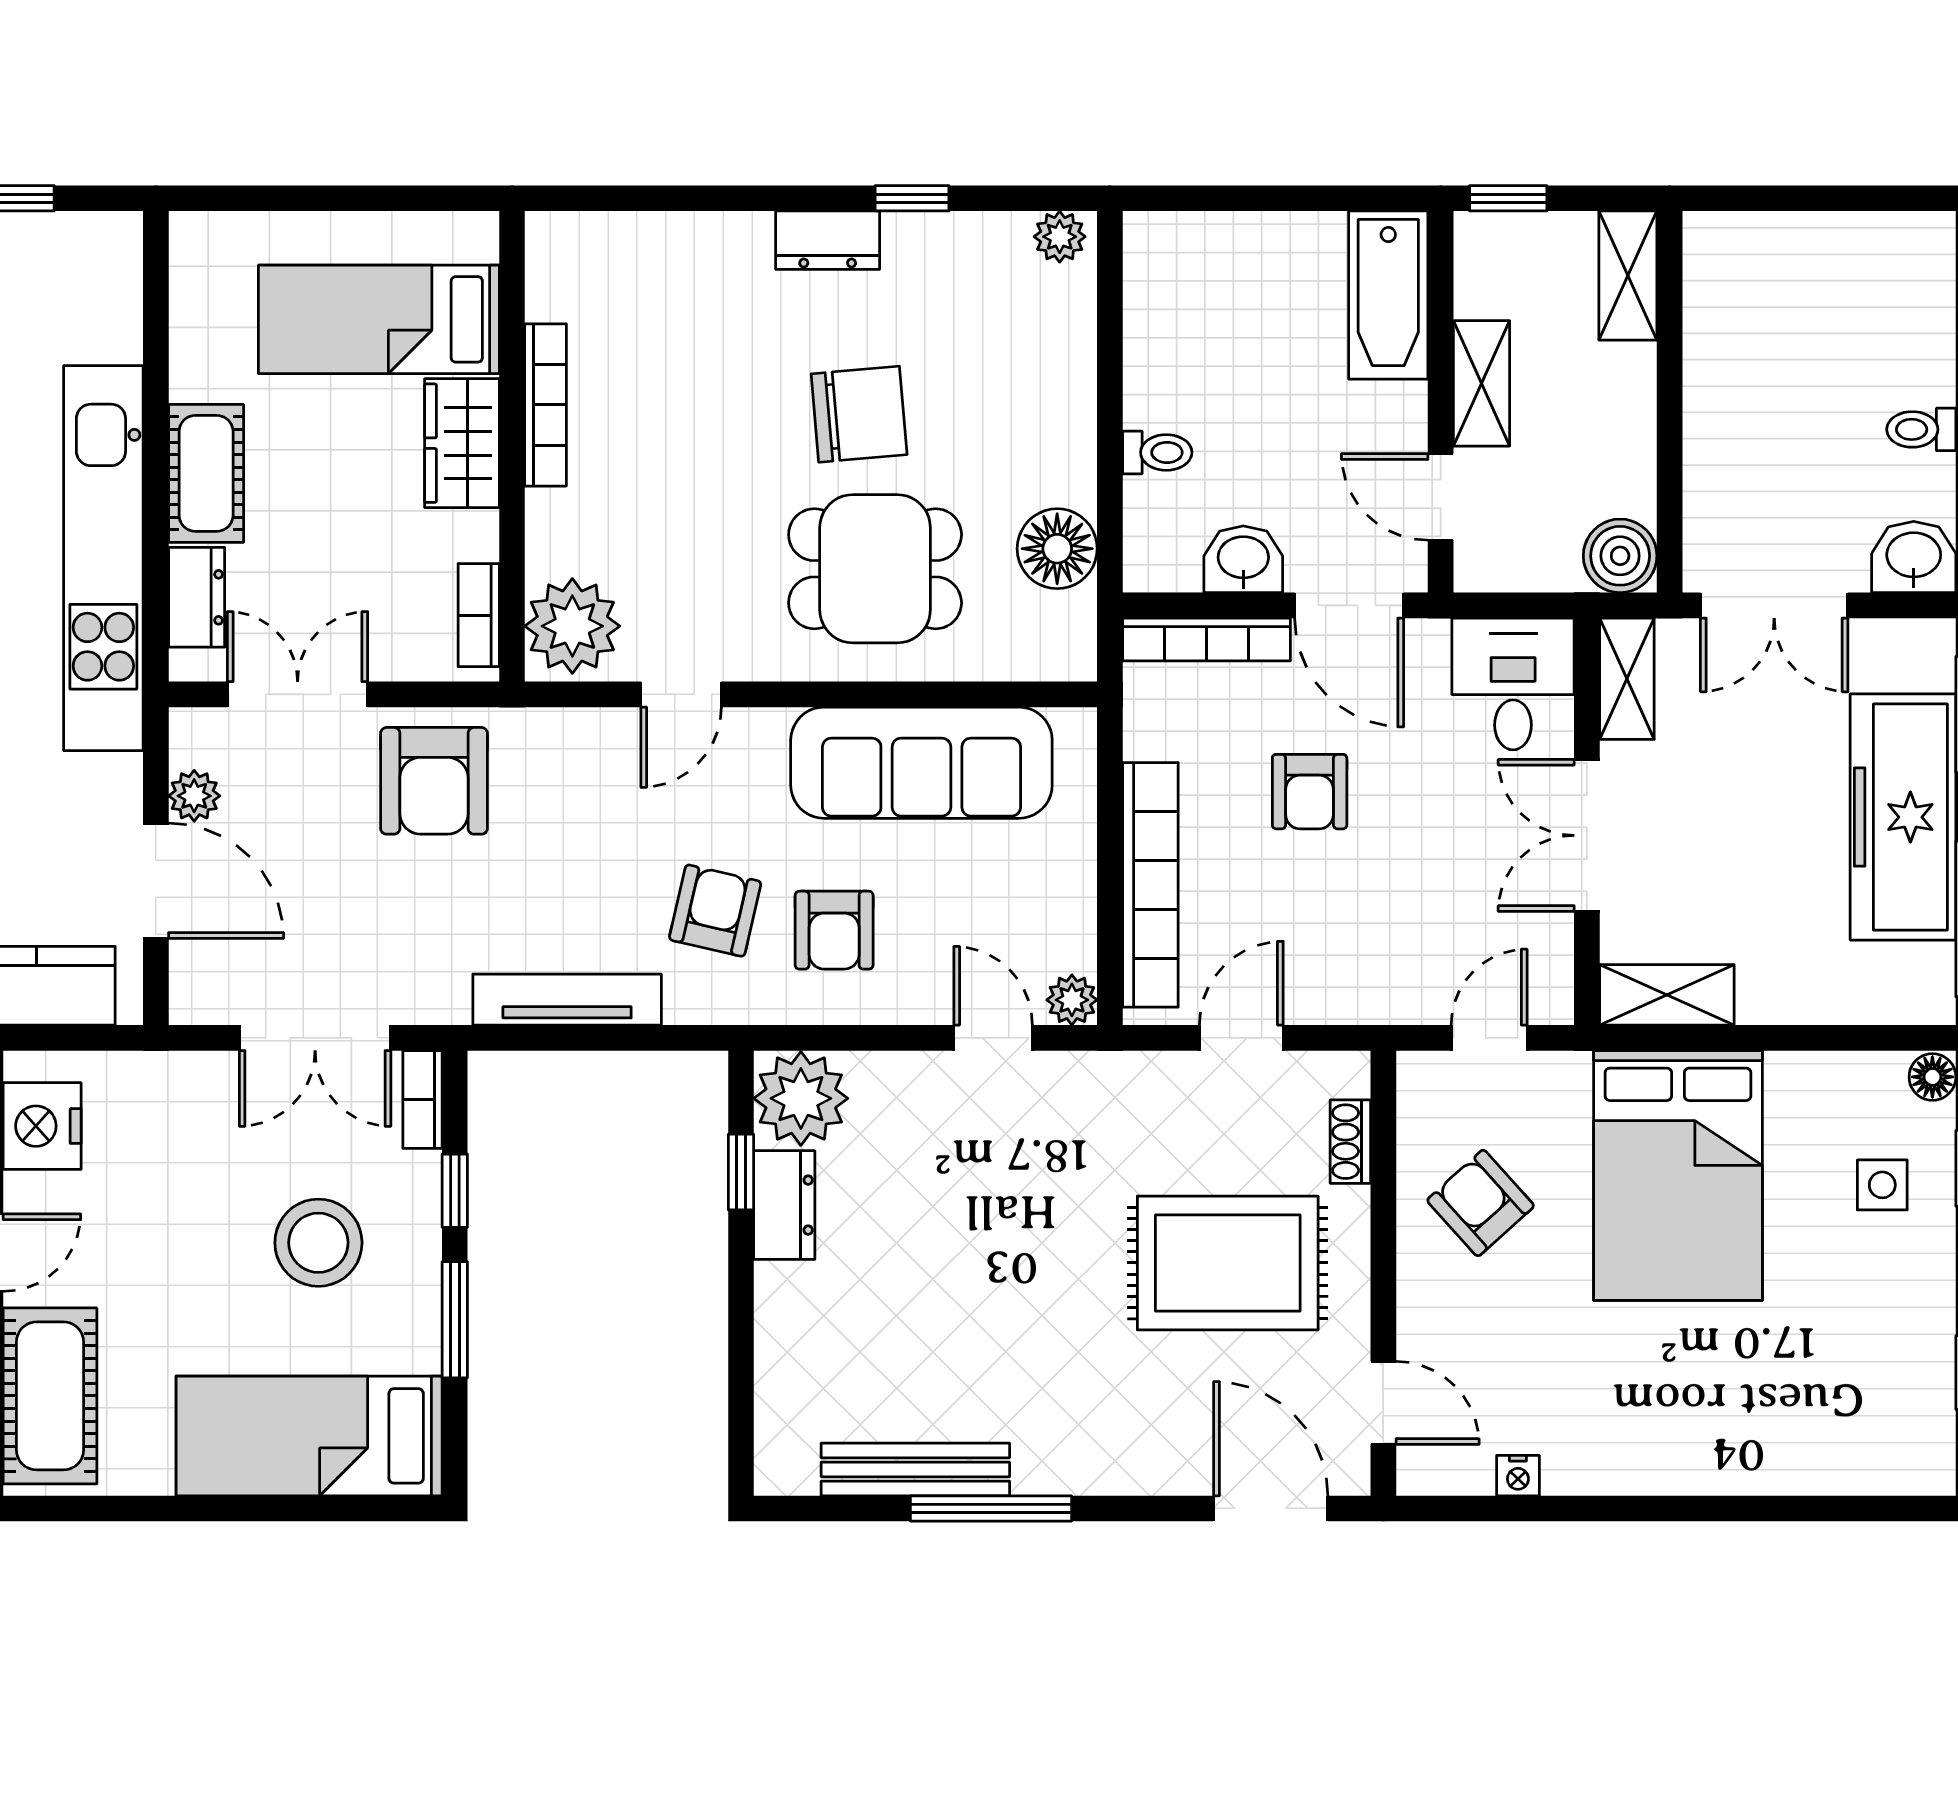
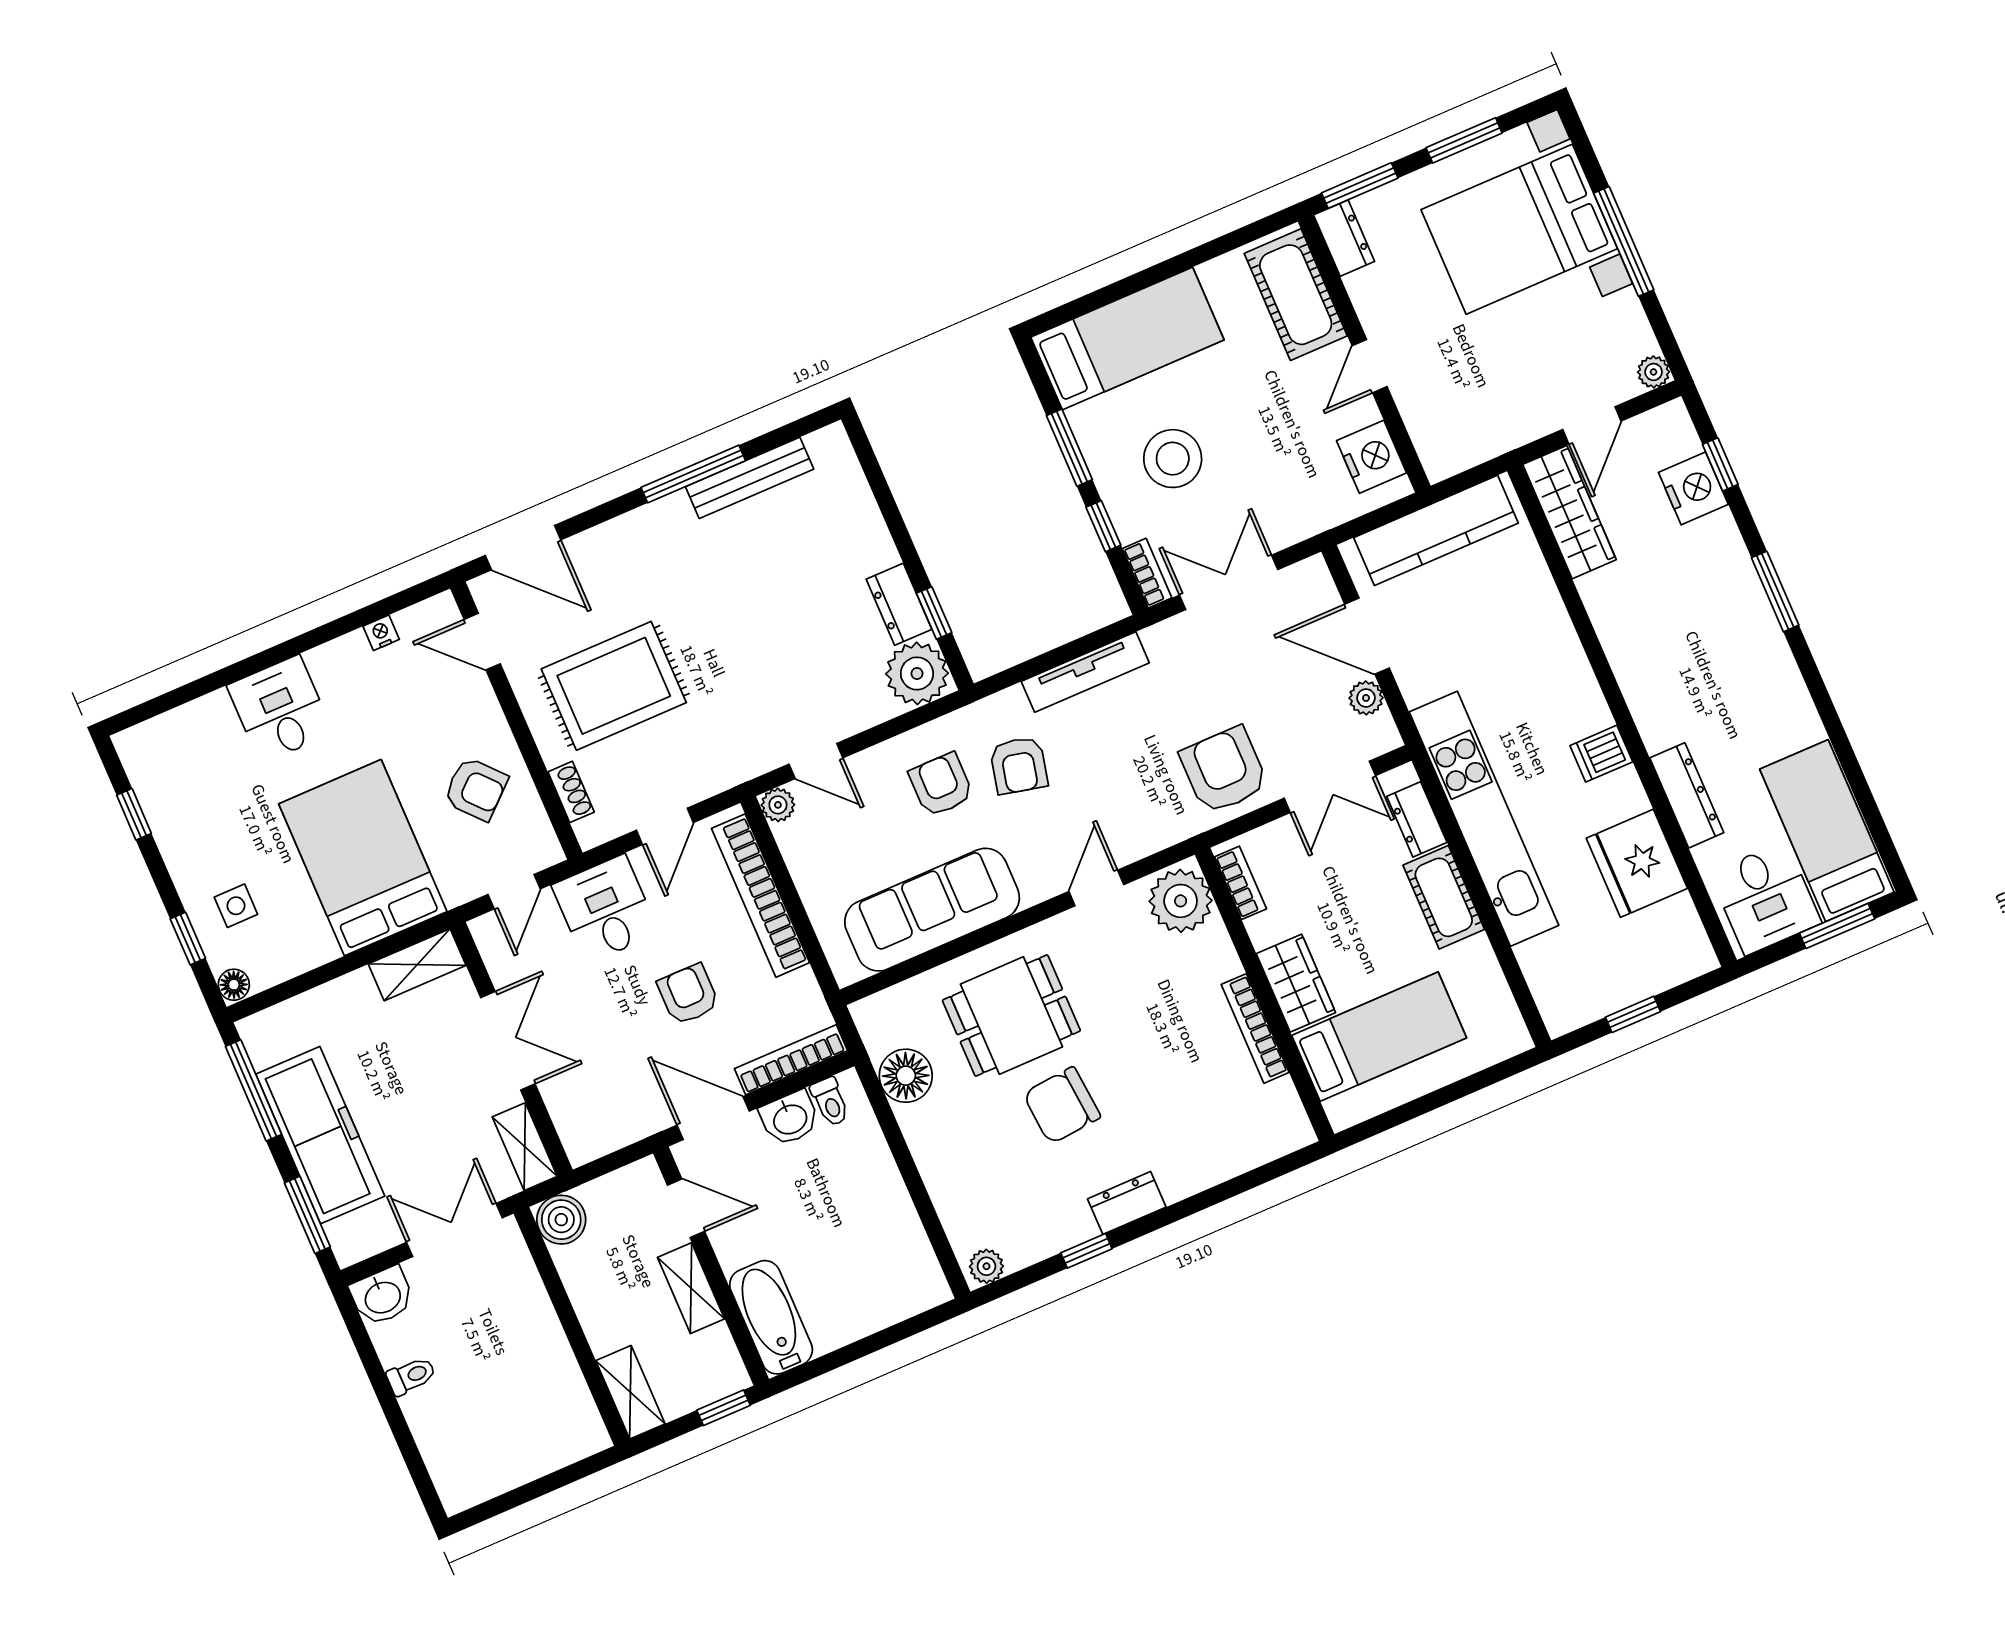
toilet: (1157, 452) -> (830, 1102), moved, turned -90
desk: (1513, 684) -> (605, 909), moved, turned 180
desk: (1704, 1430) -> (280, 709), added

